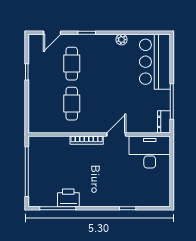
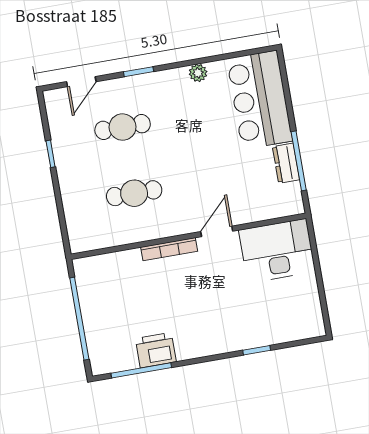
cafe table: (72, 64) -> (123, 127), turned 90
cafe table: (72, 104) -> (134, 193), turned 90
dresser: (164, 122) -> (286, 163), moved

